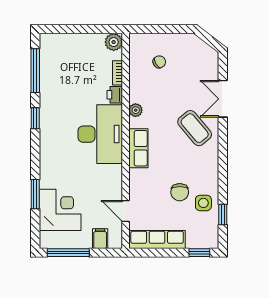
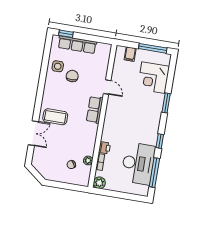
plant: (136, 110) -> (88, 160), moved
coffee table: (195, 128) -> (55, 117), turned -50
desk: (100, 134) -> (138, 163), moved, turned 180
window: (35, 194) -> (166, 103), moved
door: (126, 211) -> (107, 87), moved
window: (223, 215) -> (46, 56), removed
row of seats: (157, 239) -> (77, 45), moved

